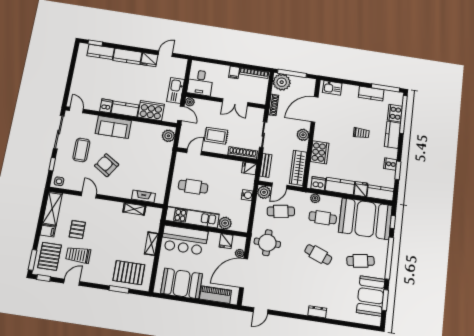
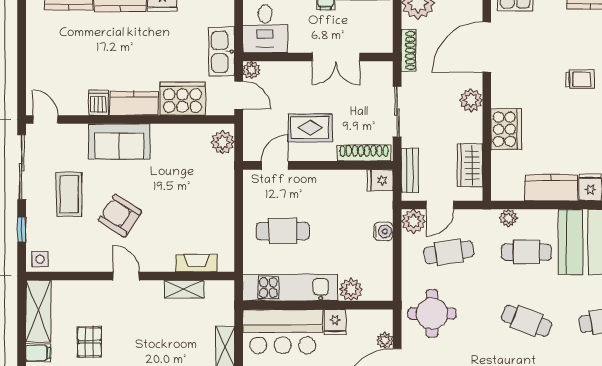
wardrobe: (298, 168) -> (470, 165), width x0.67
dishwasher: (318, 183) -> (511, 189), removed
door: (89, 195) -> (126, 276), moved
fridge: (226, 241) -> (335, 322), moved

